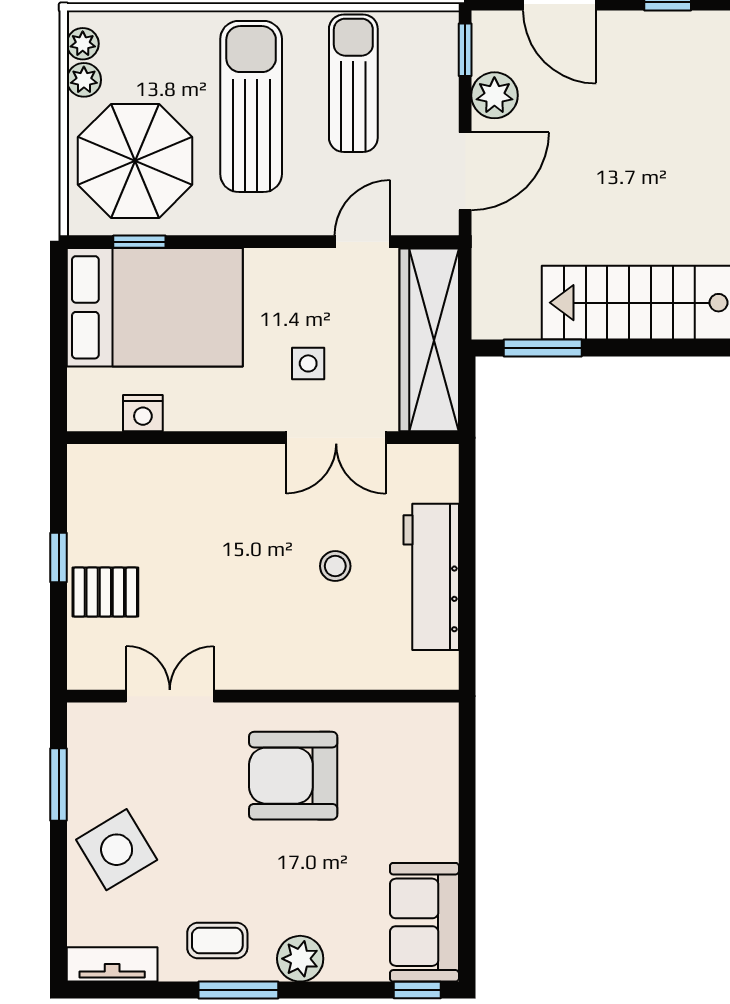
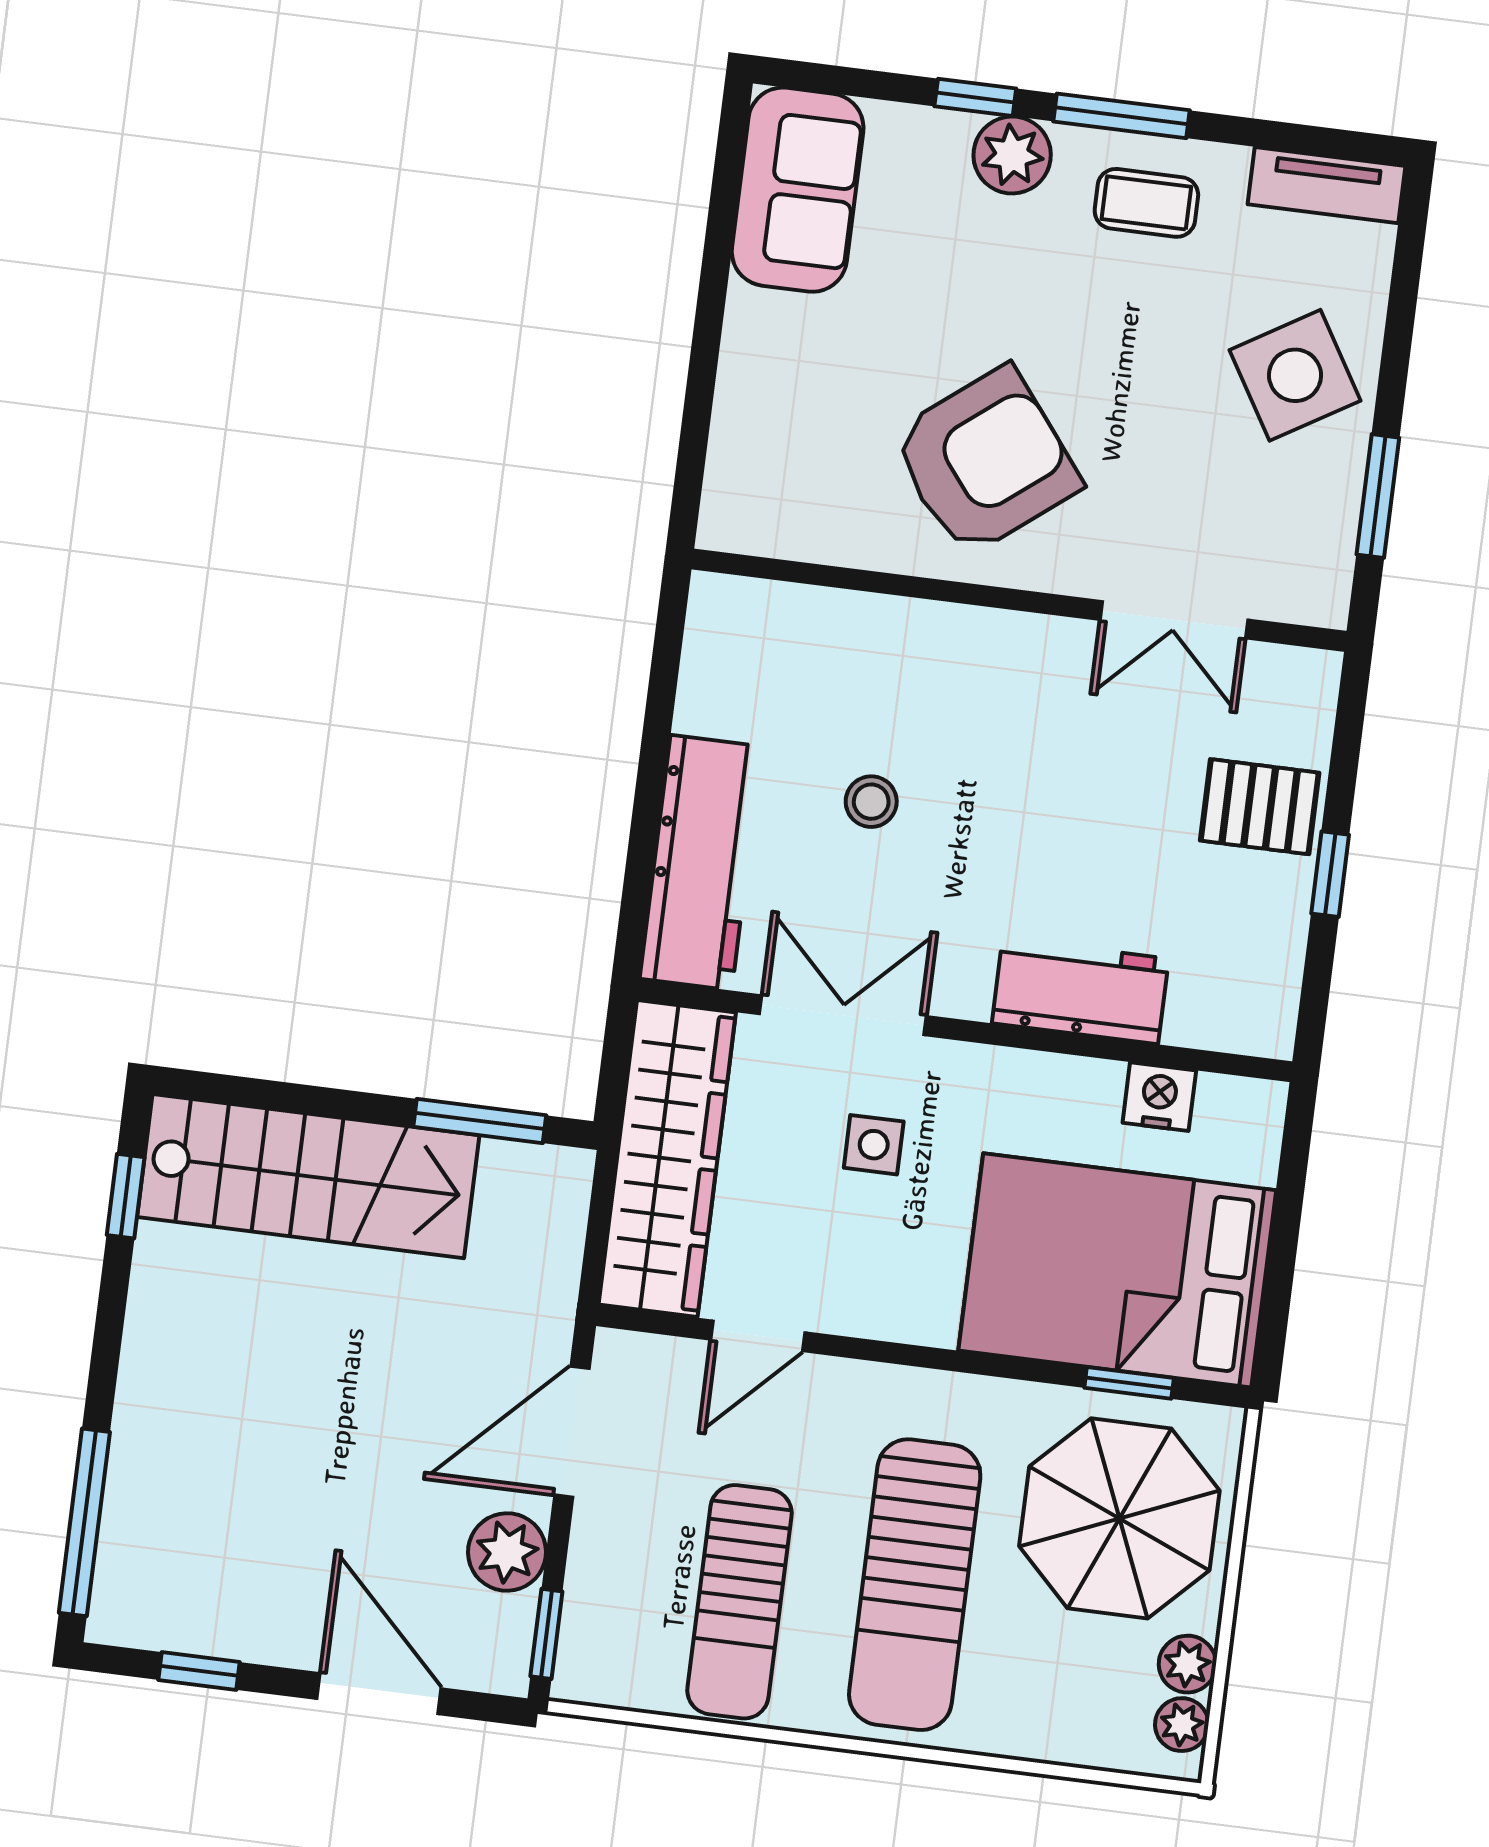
workbench: (197, 470) -> (1080, 991), added
workbench: (431, 577) -> (701, 863), moved
armchair: (293, 776) -> (985, 461), turned -38
window: (417, 990) -> (975, 97), moved

